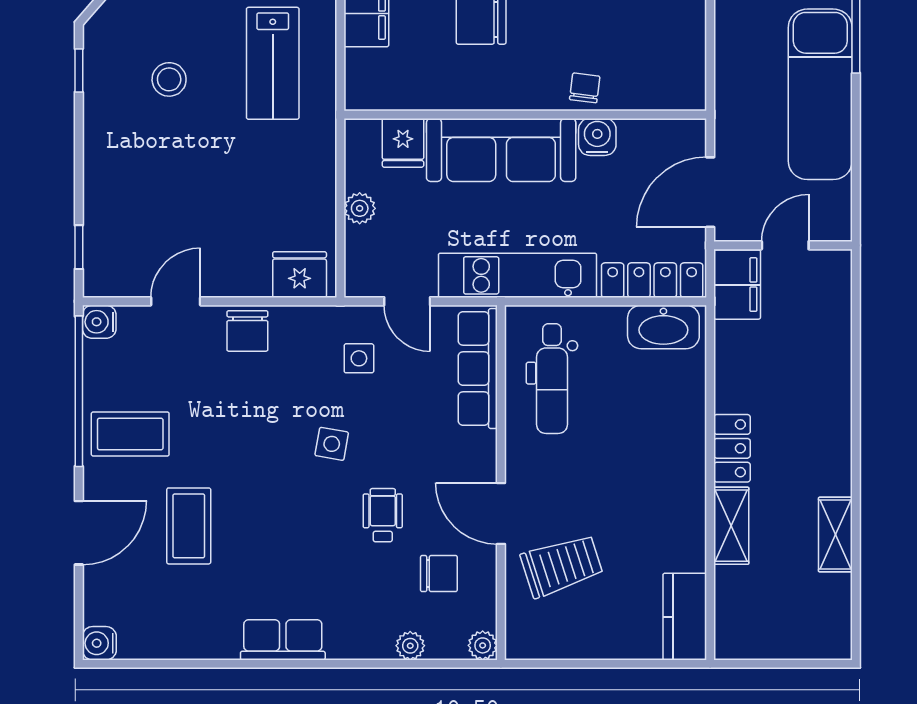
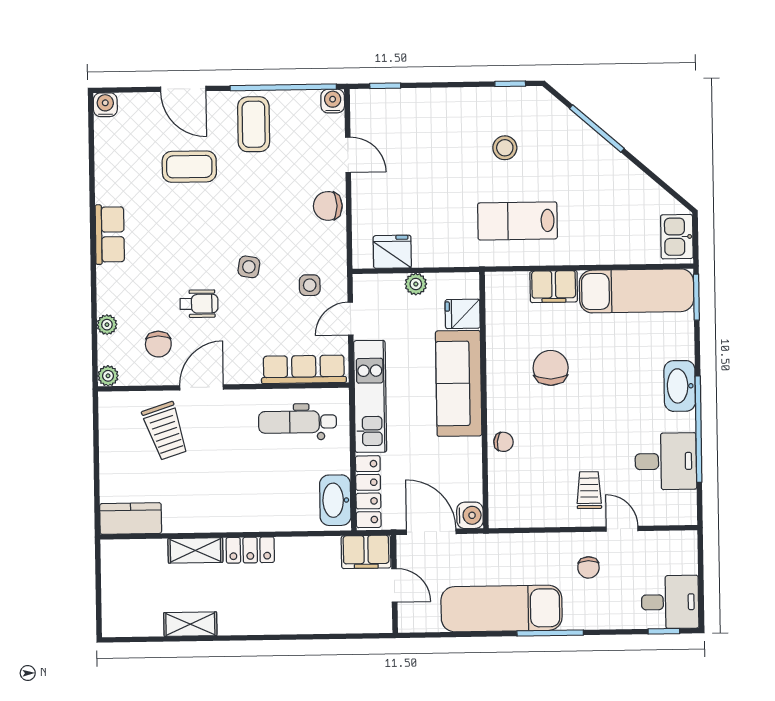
water cooler: (597, 137) -> (470, 515), moved
fridge: (300, 275) -> (392, 252), moved, turned -90

